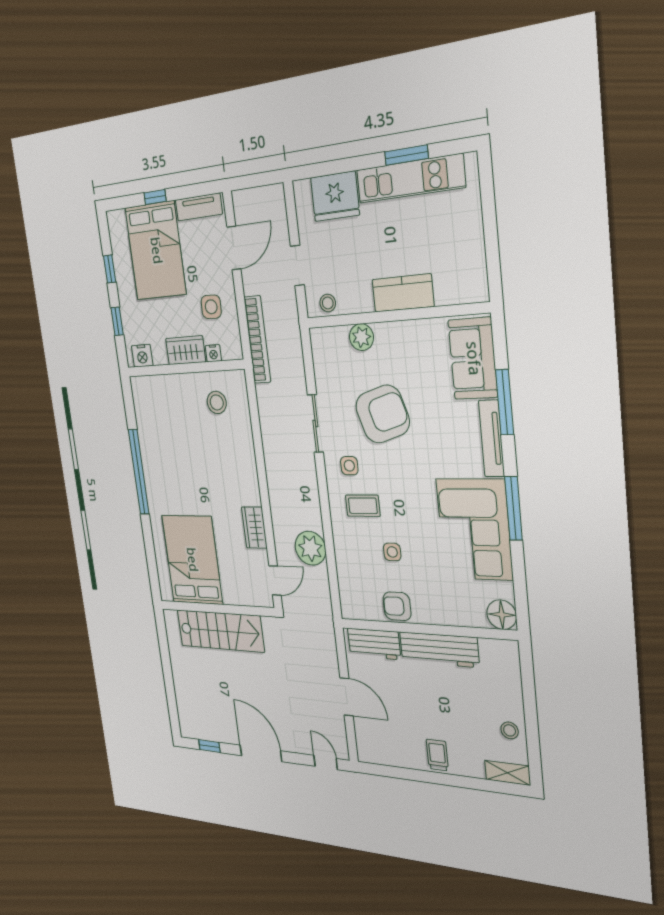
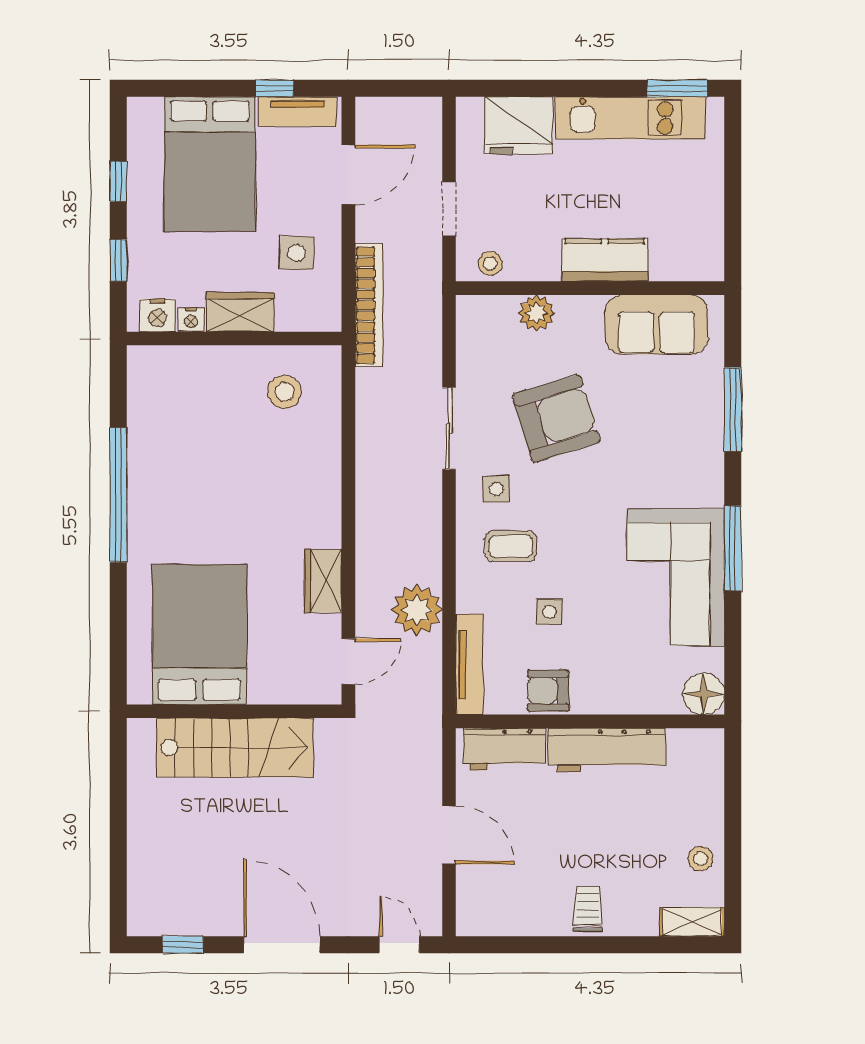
window: (406, 155) -> (677, 88), moved
window: (155, 197) -> (275, 88), moved
nightstand: (213, 353) -> (191, 320), moved
sofa: (473, 359) -> (657, 325), moved, turned -90
tv unit: (492, 439) -> (469, 664), moved, turned 180

